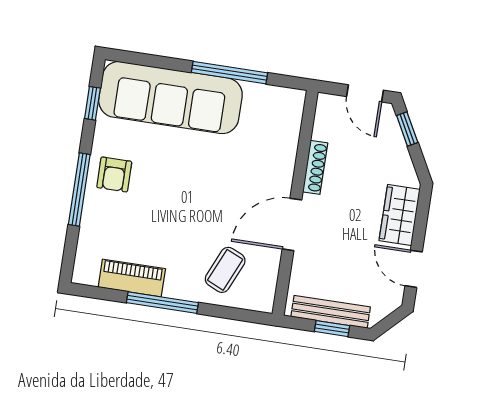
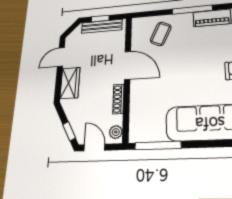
window: (230, 73) -> (158, 145), moved
plant: (326, 112) -> (116, 132), added
door: (292, 224) -> (128, 65), hinge flipped
door: (414, 269) -> (61, 57), swing flipped

